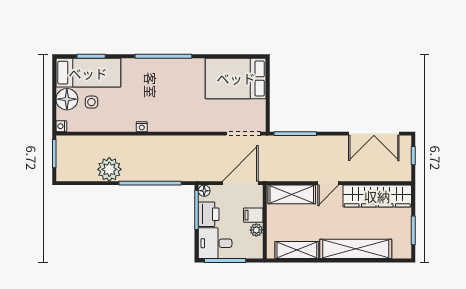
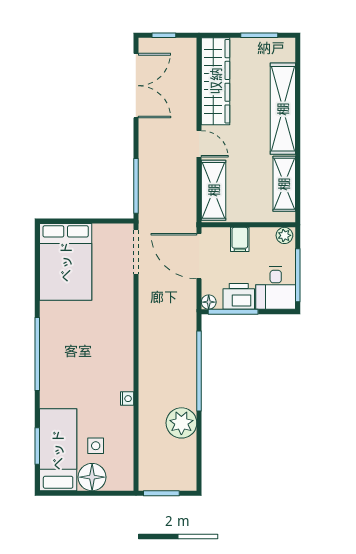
nightstand: (61, 126) -> (126, 484), removed
nightstand: (142, 127) -> (127, 399), moved
plant: (256, 230) -> (284, 235), moved

